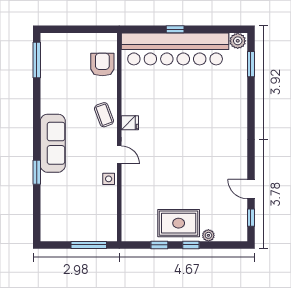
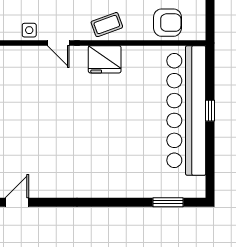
plant: (238, 41) -> (196, 186), removed
fridge: (130, 123) -> (105, 59), width x1.88, depth x1.34
door: (119, 155) -> (58, 43), hinge flipped

